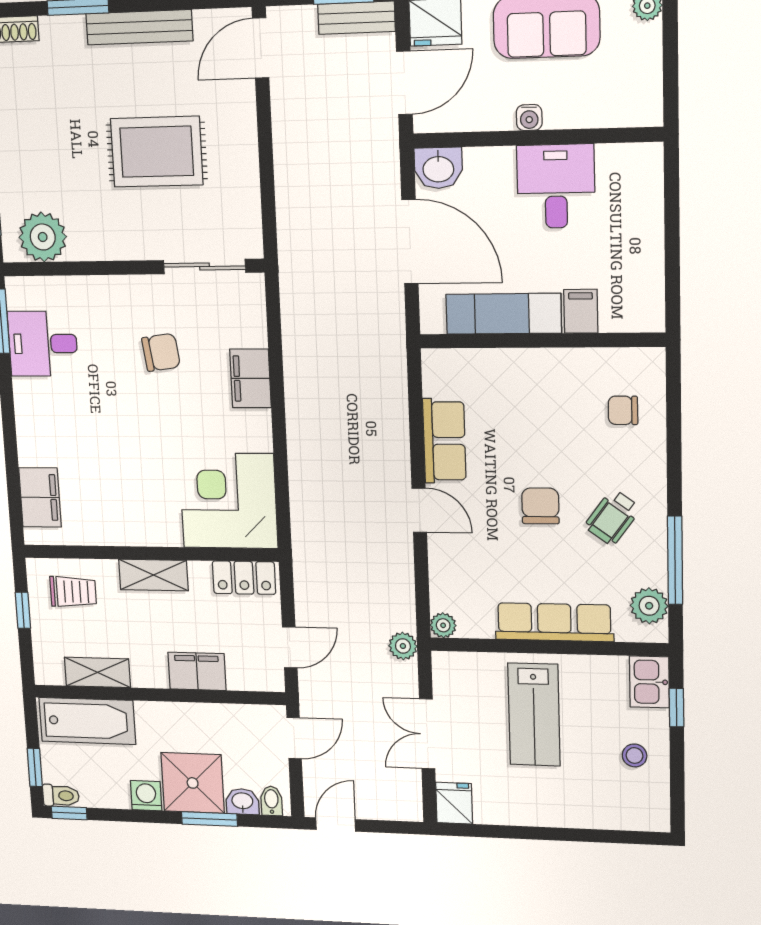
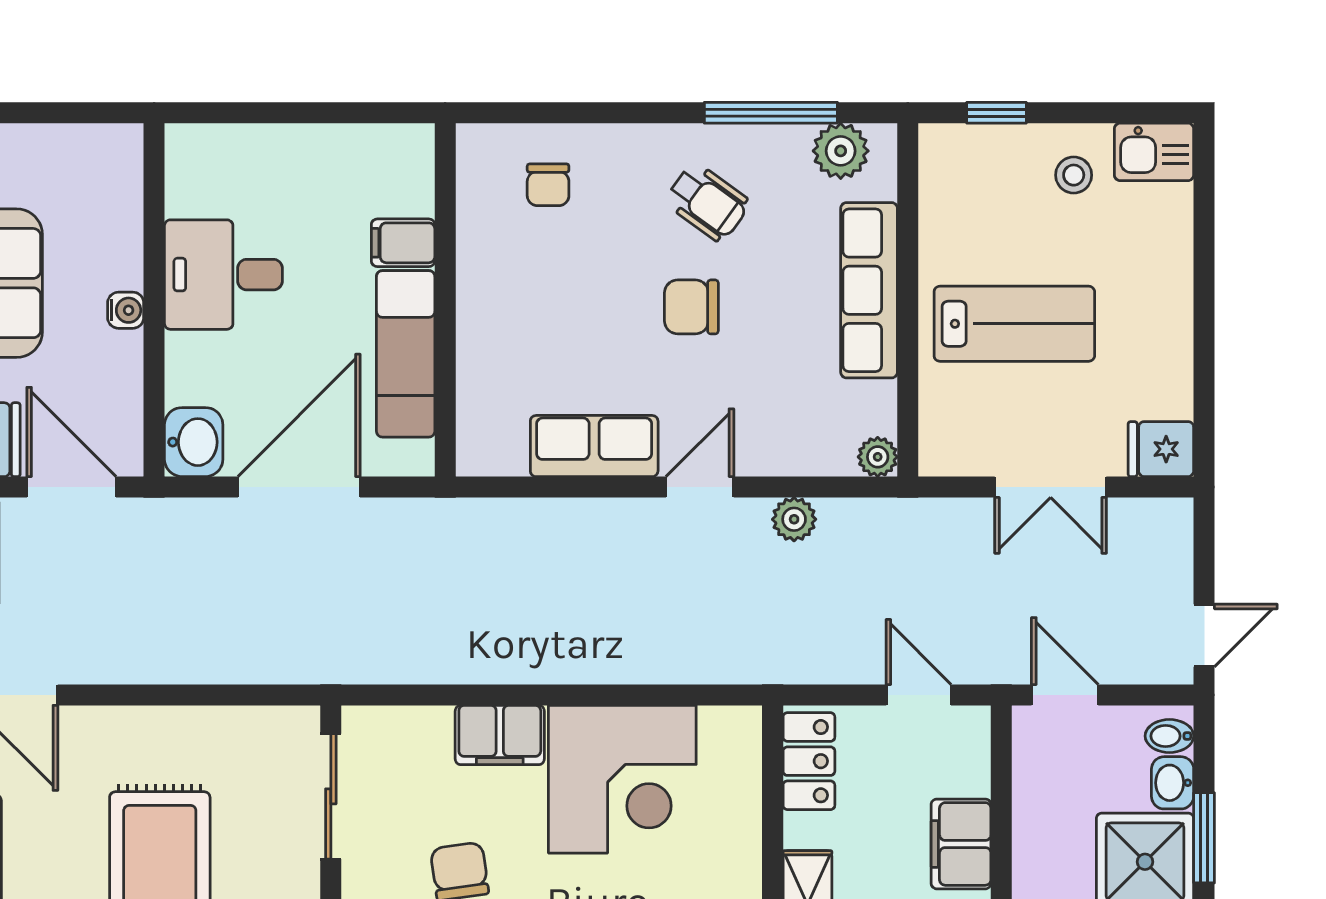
corner desk: (228, 501) -> (622, 779), moved, turned -90
plant: (403, 646) -> (794, 519), moved
kitchen sink: (649, 682) -> (1154, 152), moved
door: (336, 824) -> (1204, 636), swing flipped

